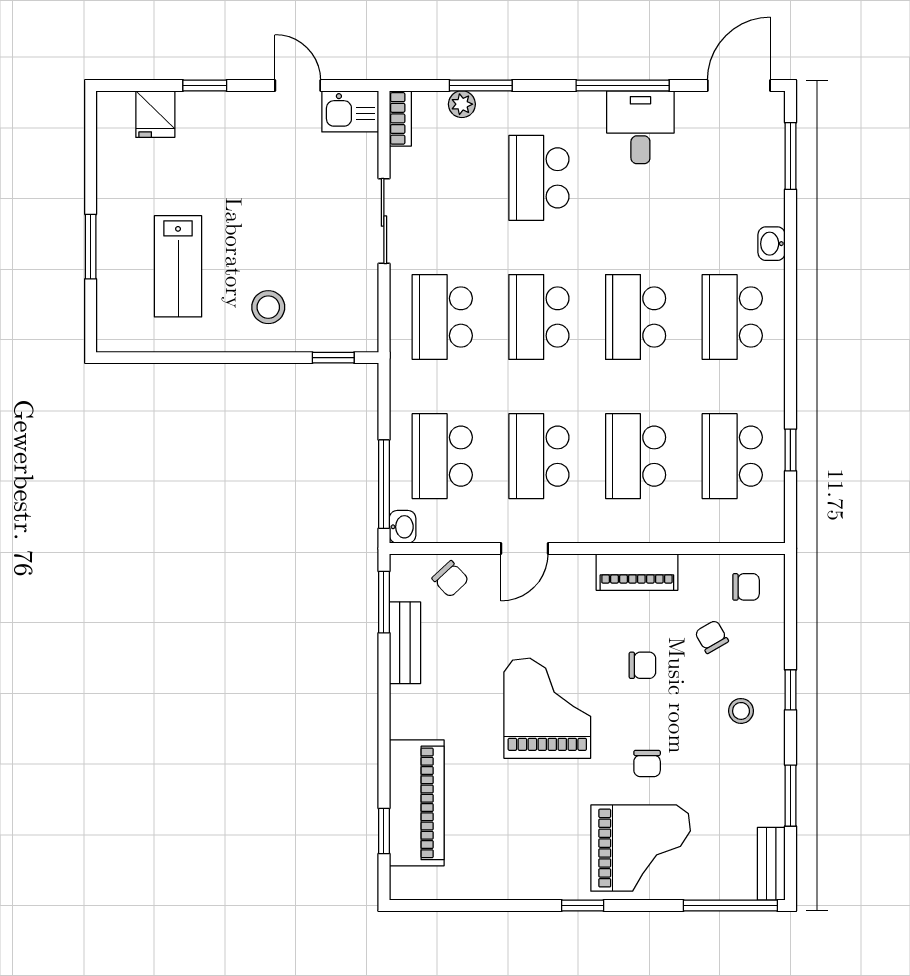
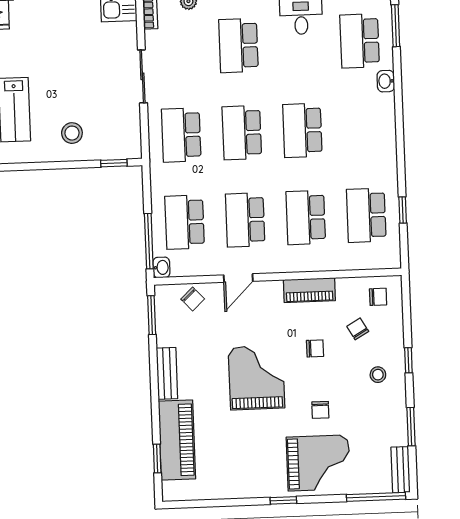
school desk: (732, 317) -> (360, 41), moved
bench: (405, 643) -> (167, 373), moved

